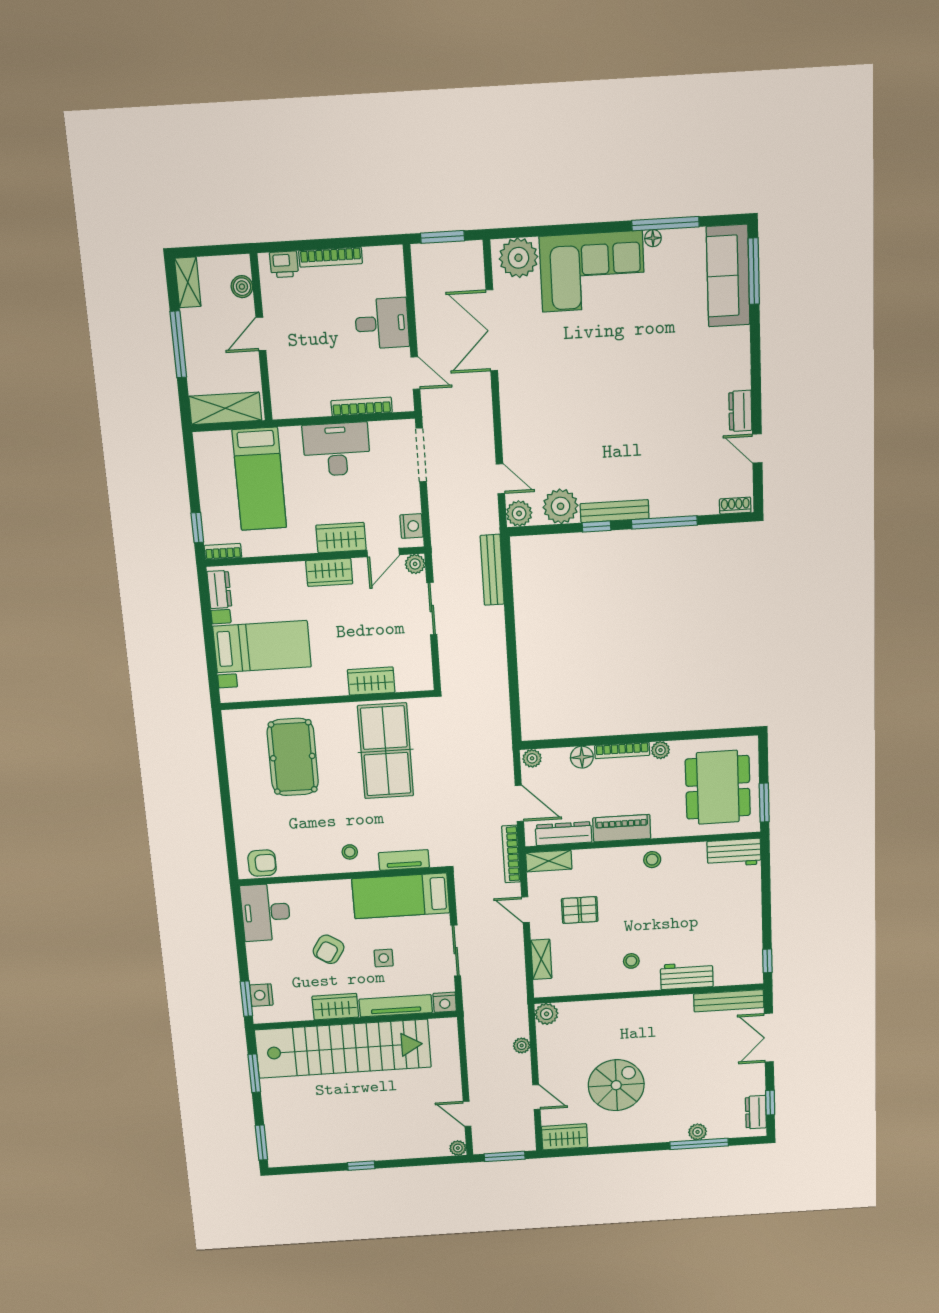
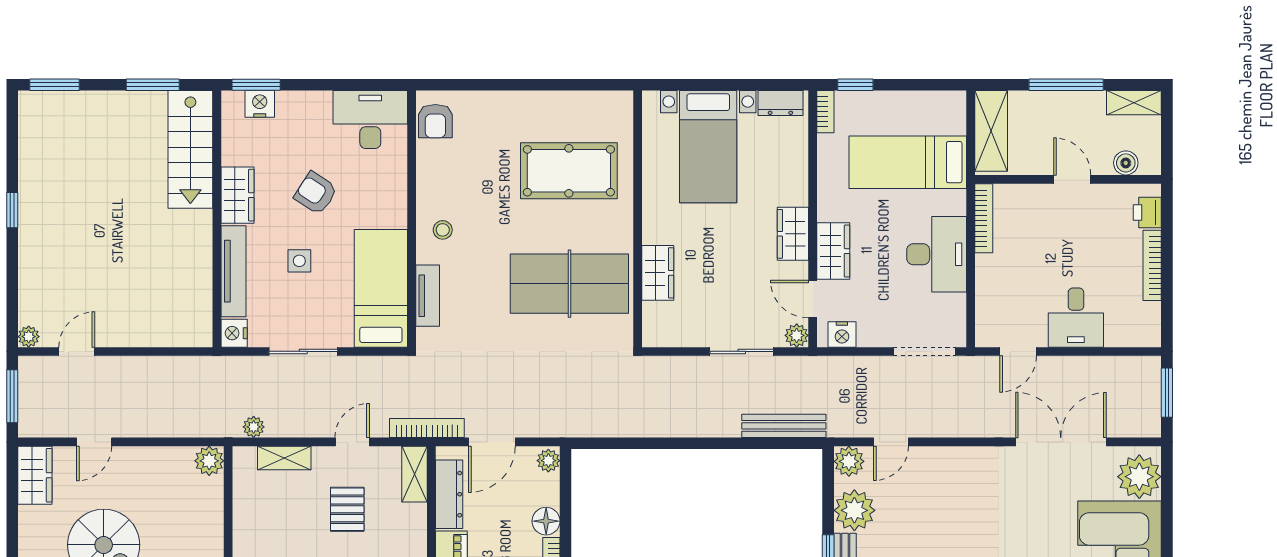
bookcase: (362, 407) -> (984, 218), moved
plant: (522, 1045) -> (254, 427), moved
stairs: (343, 1049) -> (190, 149), width x0.54, depth x0.66

